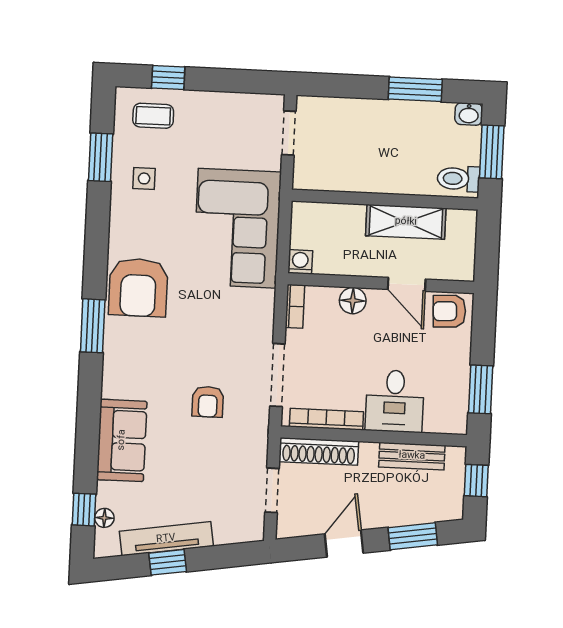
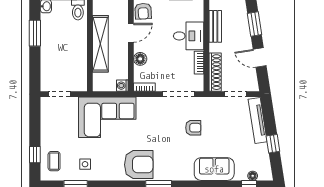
shelving: (406, 222) -> (100, 44), width x1.47
bookcase: (326, 419) -> (199, 63), width x0.64
tv unit: (166, 539) -> (258, 120), moved

